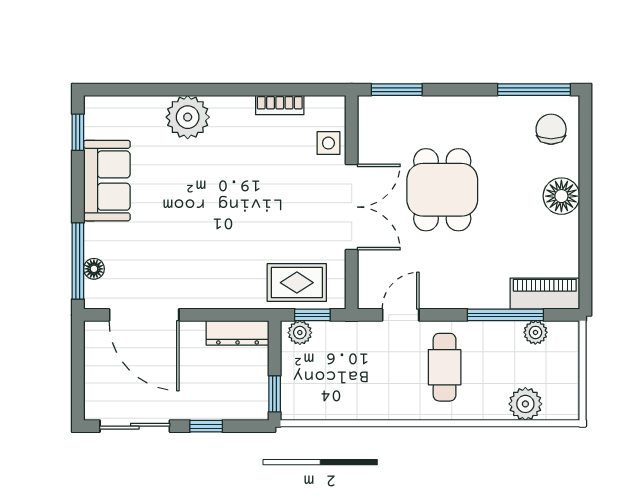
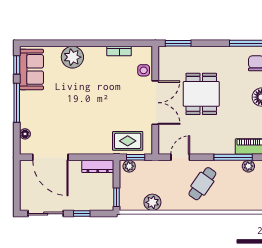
sofa: (107, 181) -> (32, 69), moved
window: (78, 261) -> (17, 103), moved
cafe table: (445, 367) -> (202, 184), turned 35
plant: (525, 404) -> (152, 202), moved

